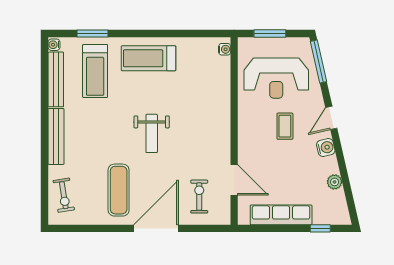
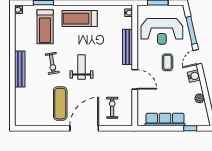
window: (318, 61) -> (191, 30), moved
bench: (56, 79) -> (127, 47), moved
weight bench: (152, 133) -> (82, 67), turned 180
door: (234, 180) -> (135, 79), moved
exercise bike: (64, 195) -> (52, 63), moved

